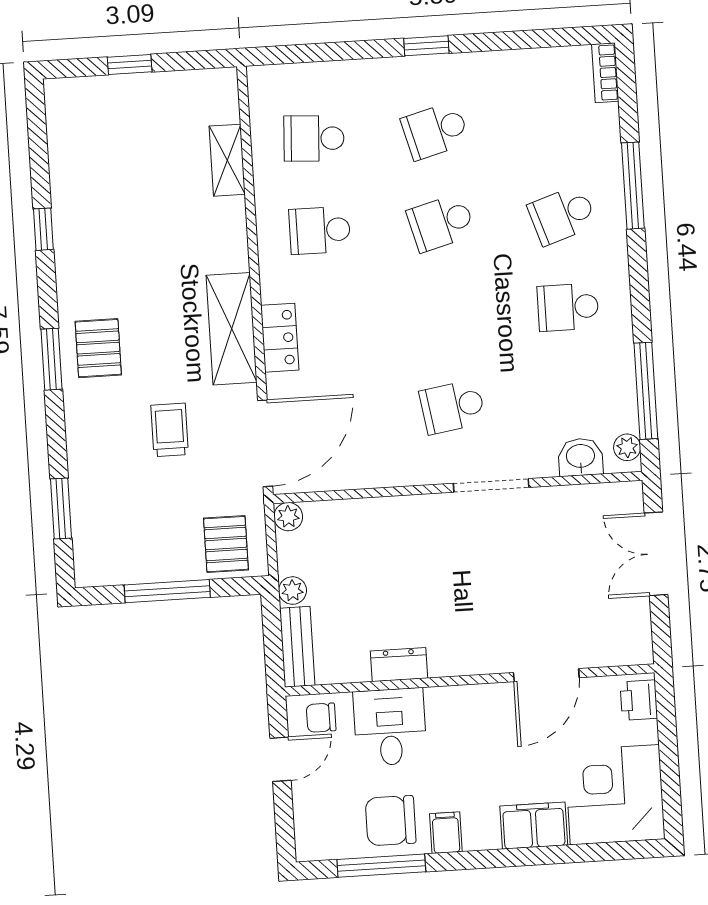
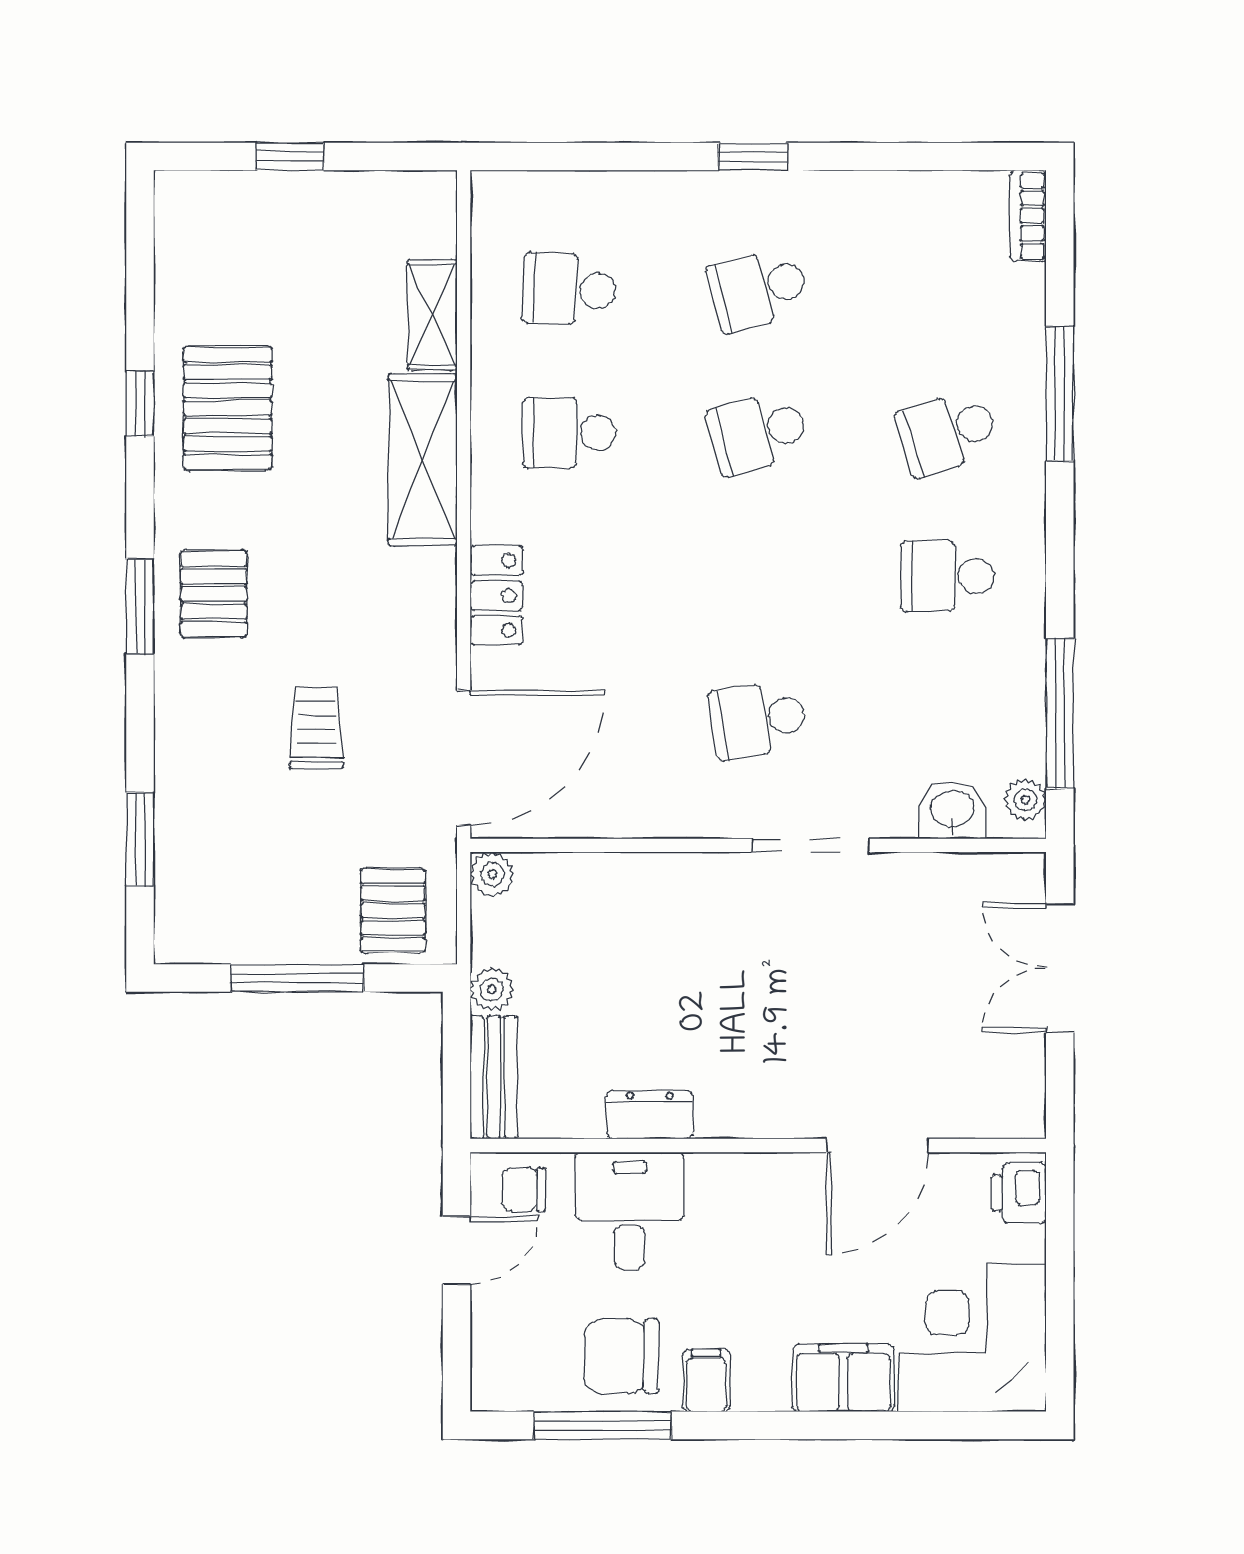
pallet: (100, 228) -> (228, 408), added
shelving: (232, 329) -> (423, 460), moved

